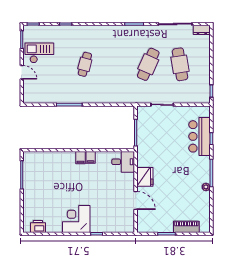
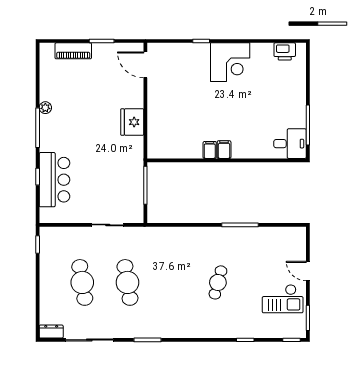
cafe table: (148, 64) -> (127, 282), turned -33
desk: (123, 162) -> (290, 144), moved, turned 180
door: (136, 200) -> (145, 65), moved

